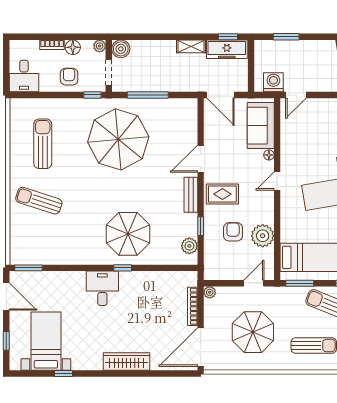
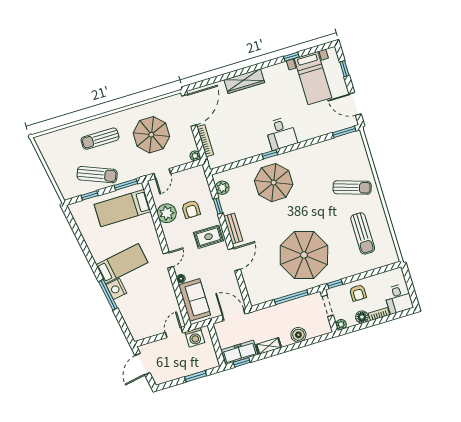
boiler: (121, 49) -> (298, 335), moved
desk: (24, 76) -> (399, 299), moved, turned 180

